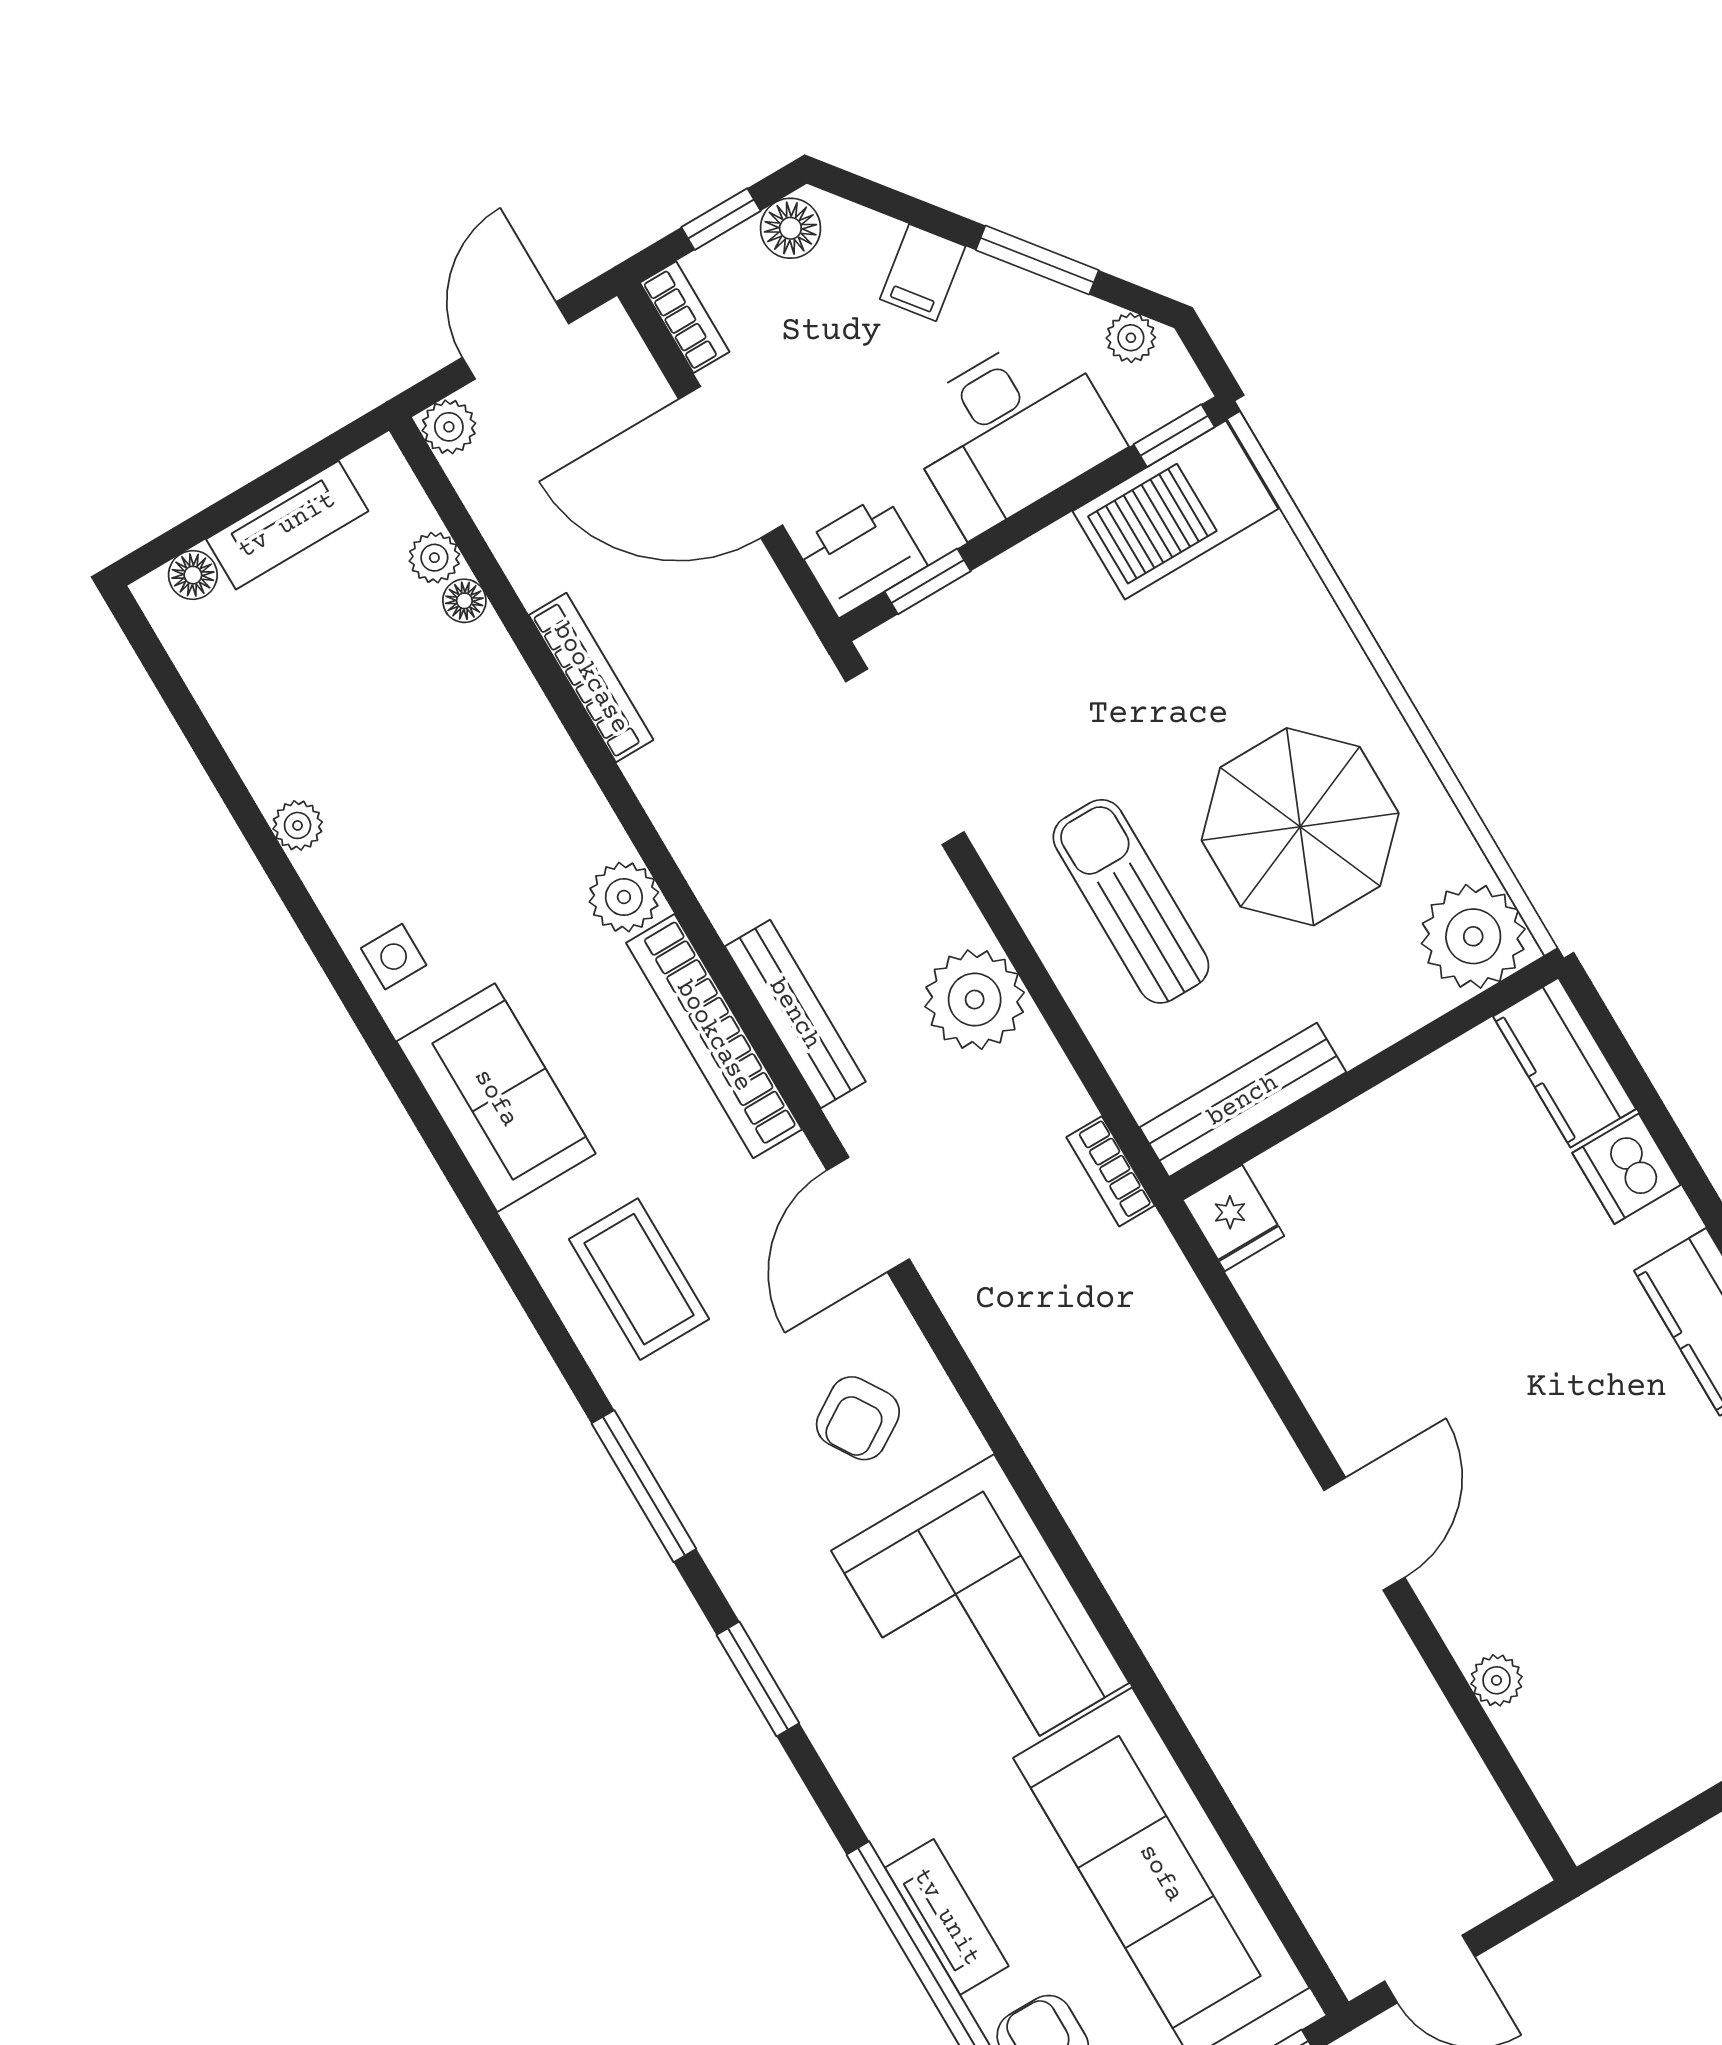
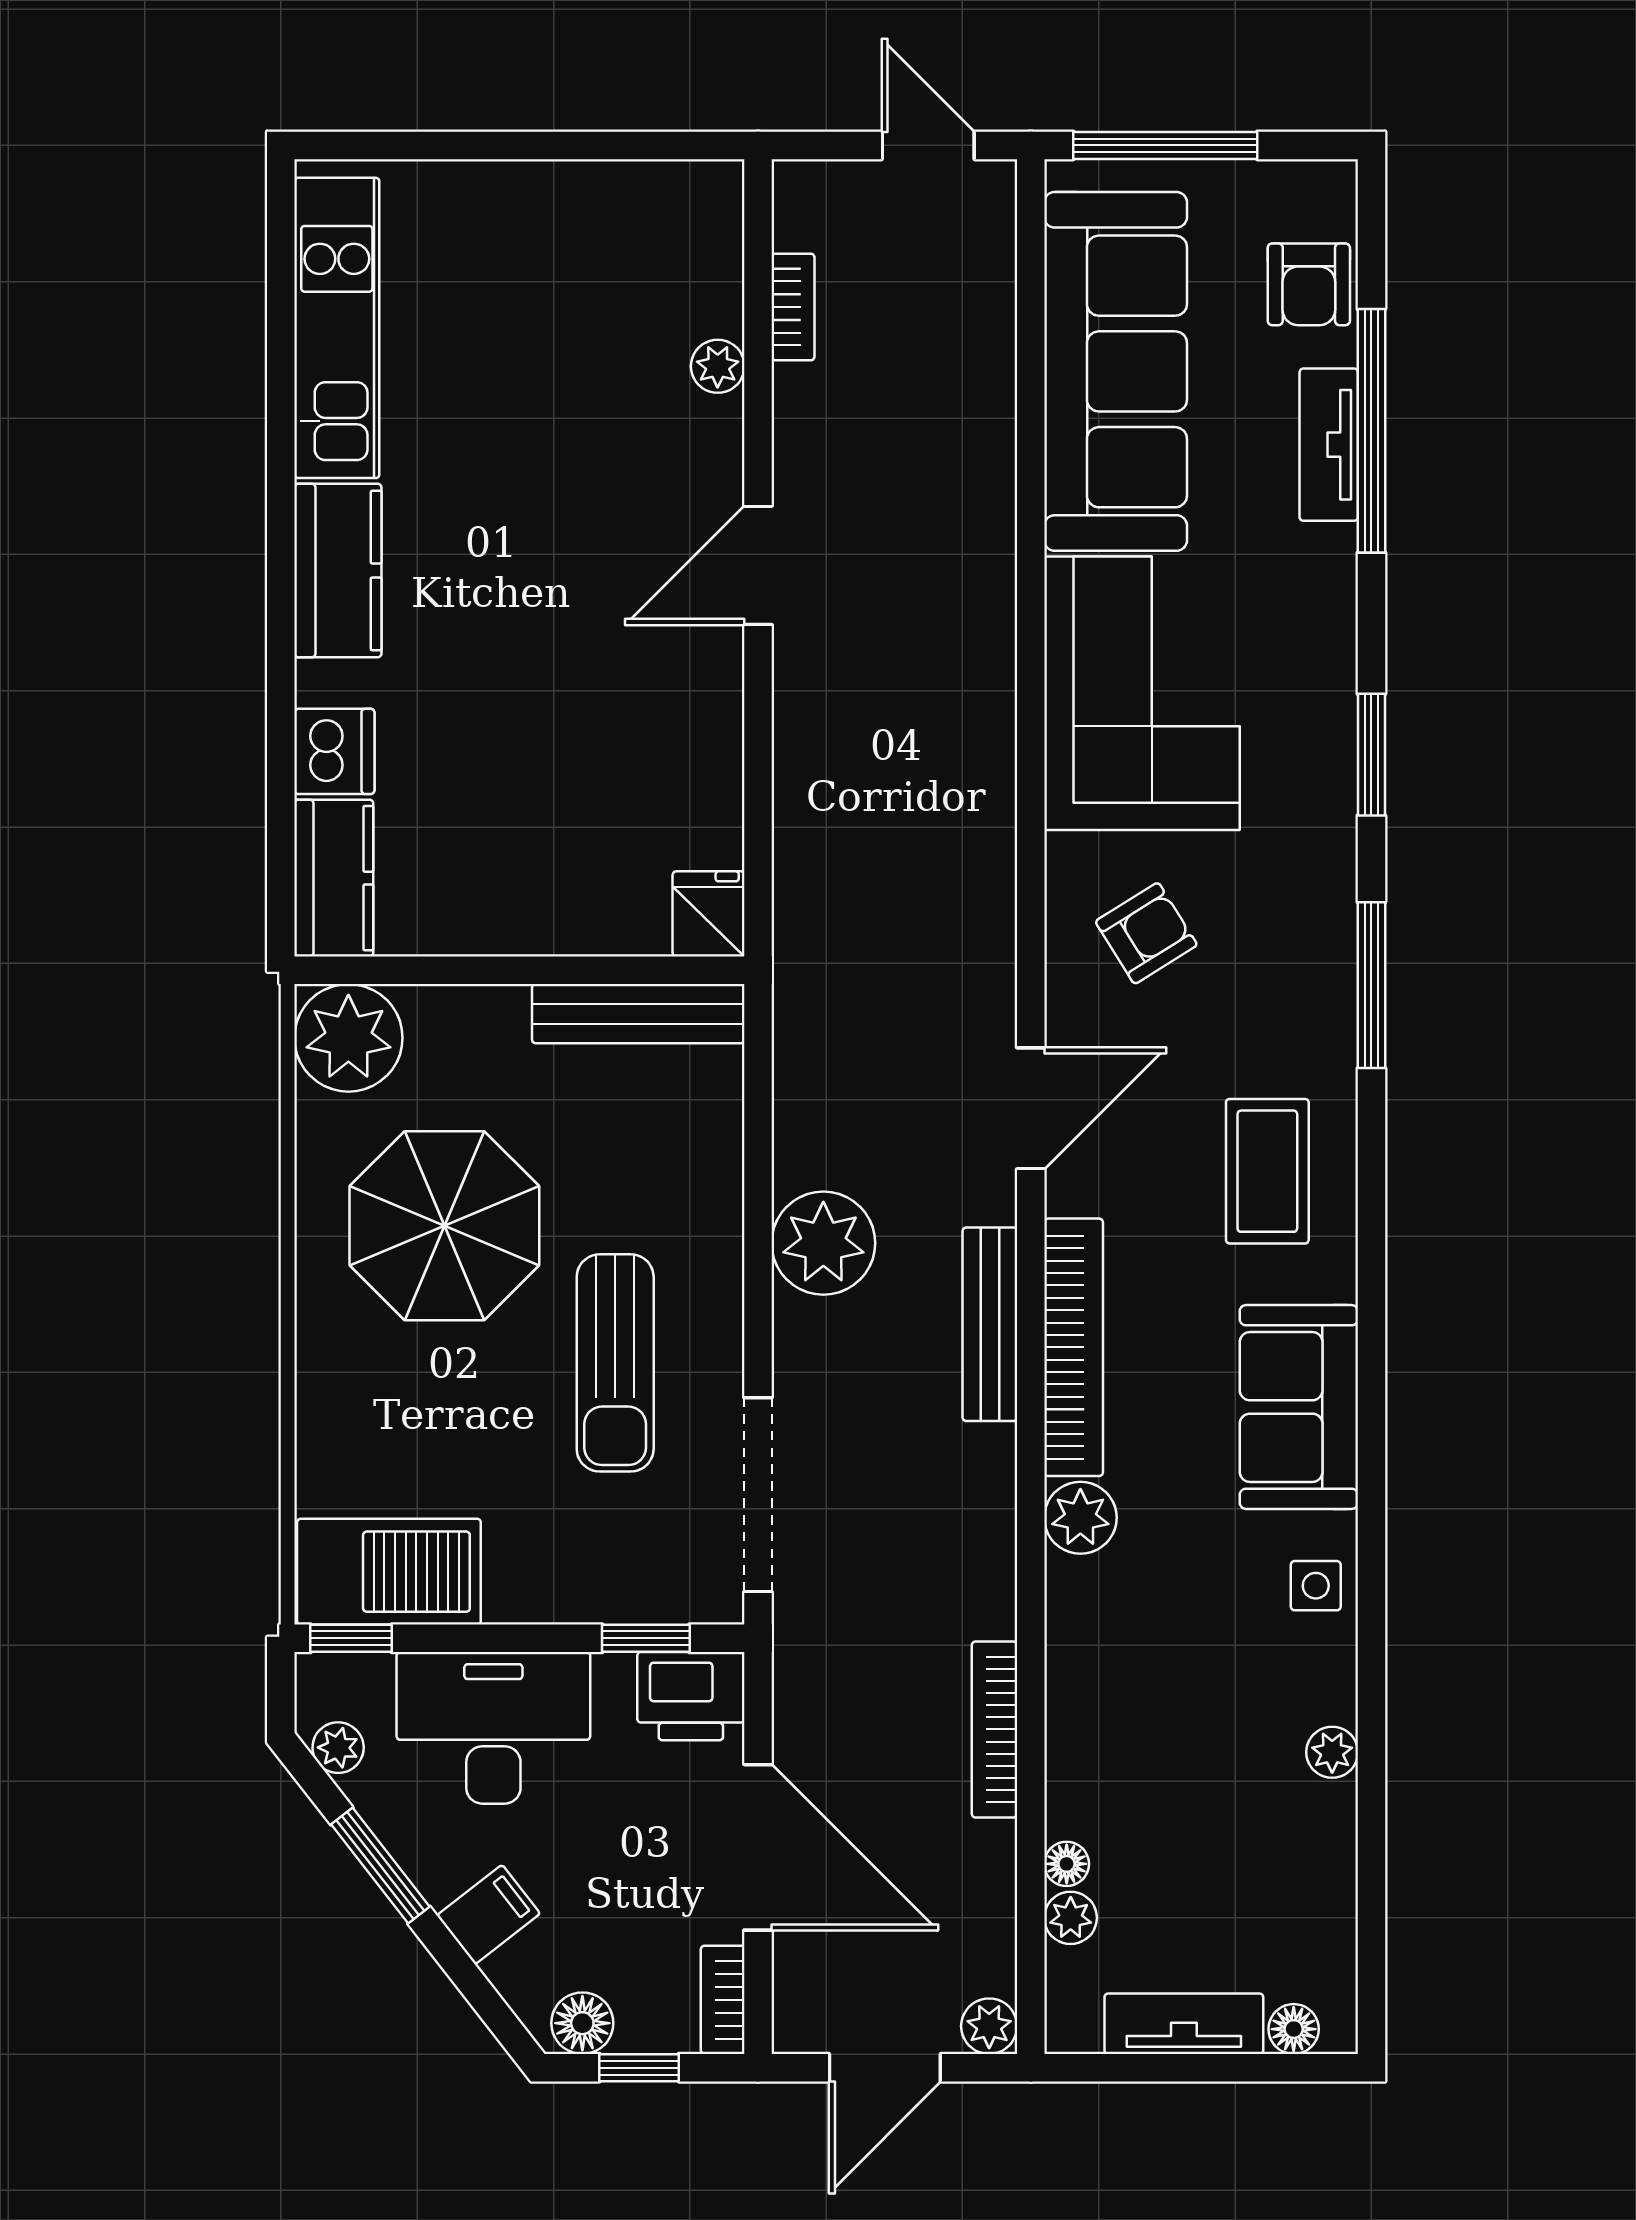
sun lounger: (1131, 901) -> (615, 1363), moved
bookcase: (1110, 1171) -> (793, 307), moved

